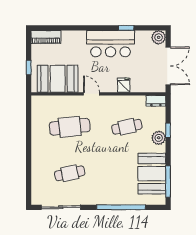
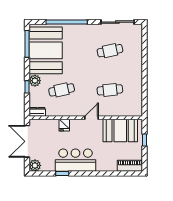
door: (91, 94) -> (92, 118), swing flipped
cafe table: (70, 127) -> (110, 90), width x0.73, depth x0.74
booth: (152, 174) -> (46, 50), width x1.36, depth x1.42

